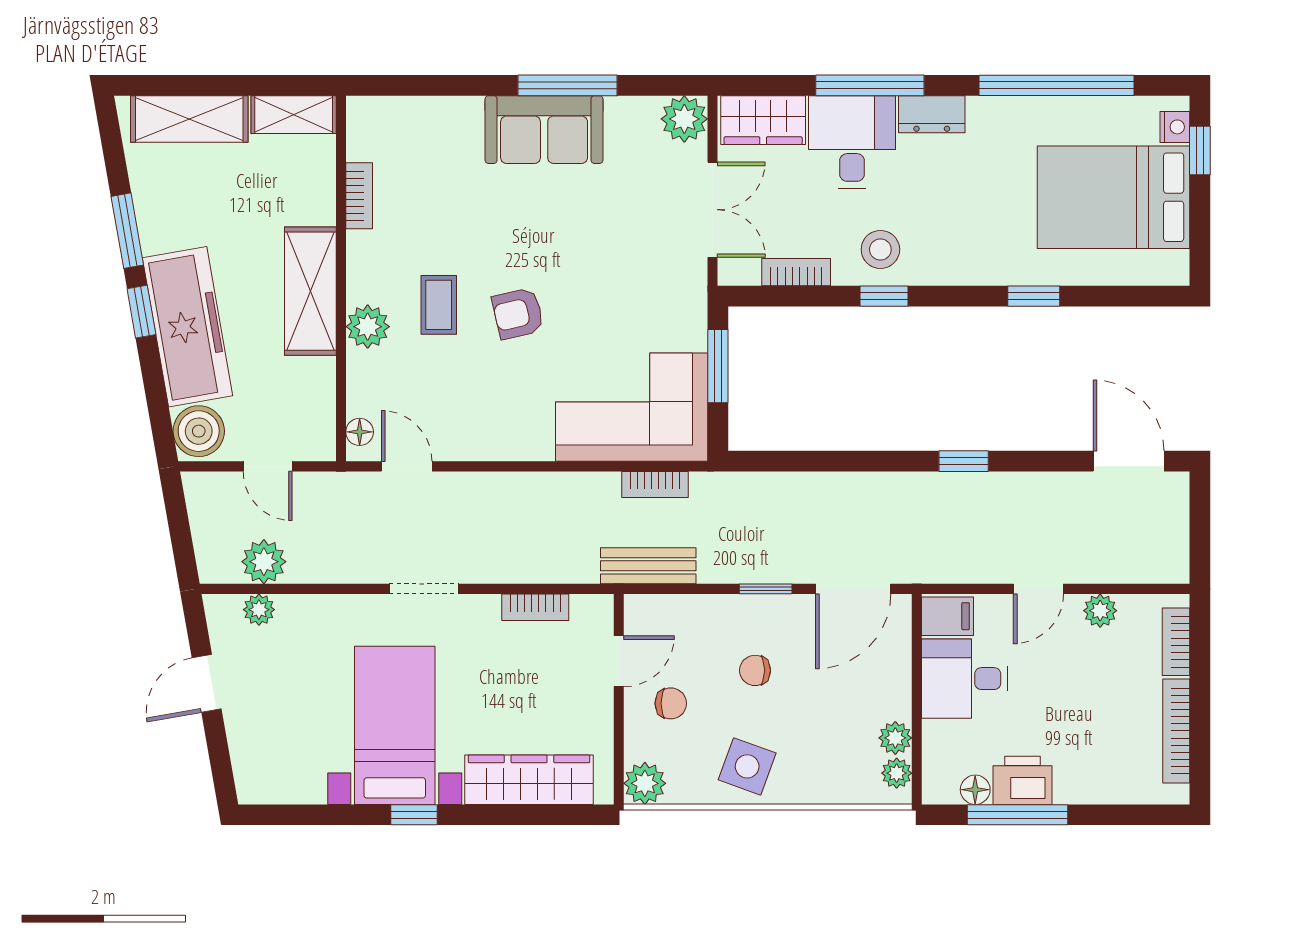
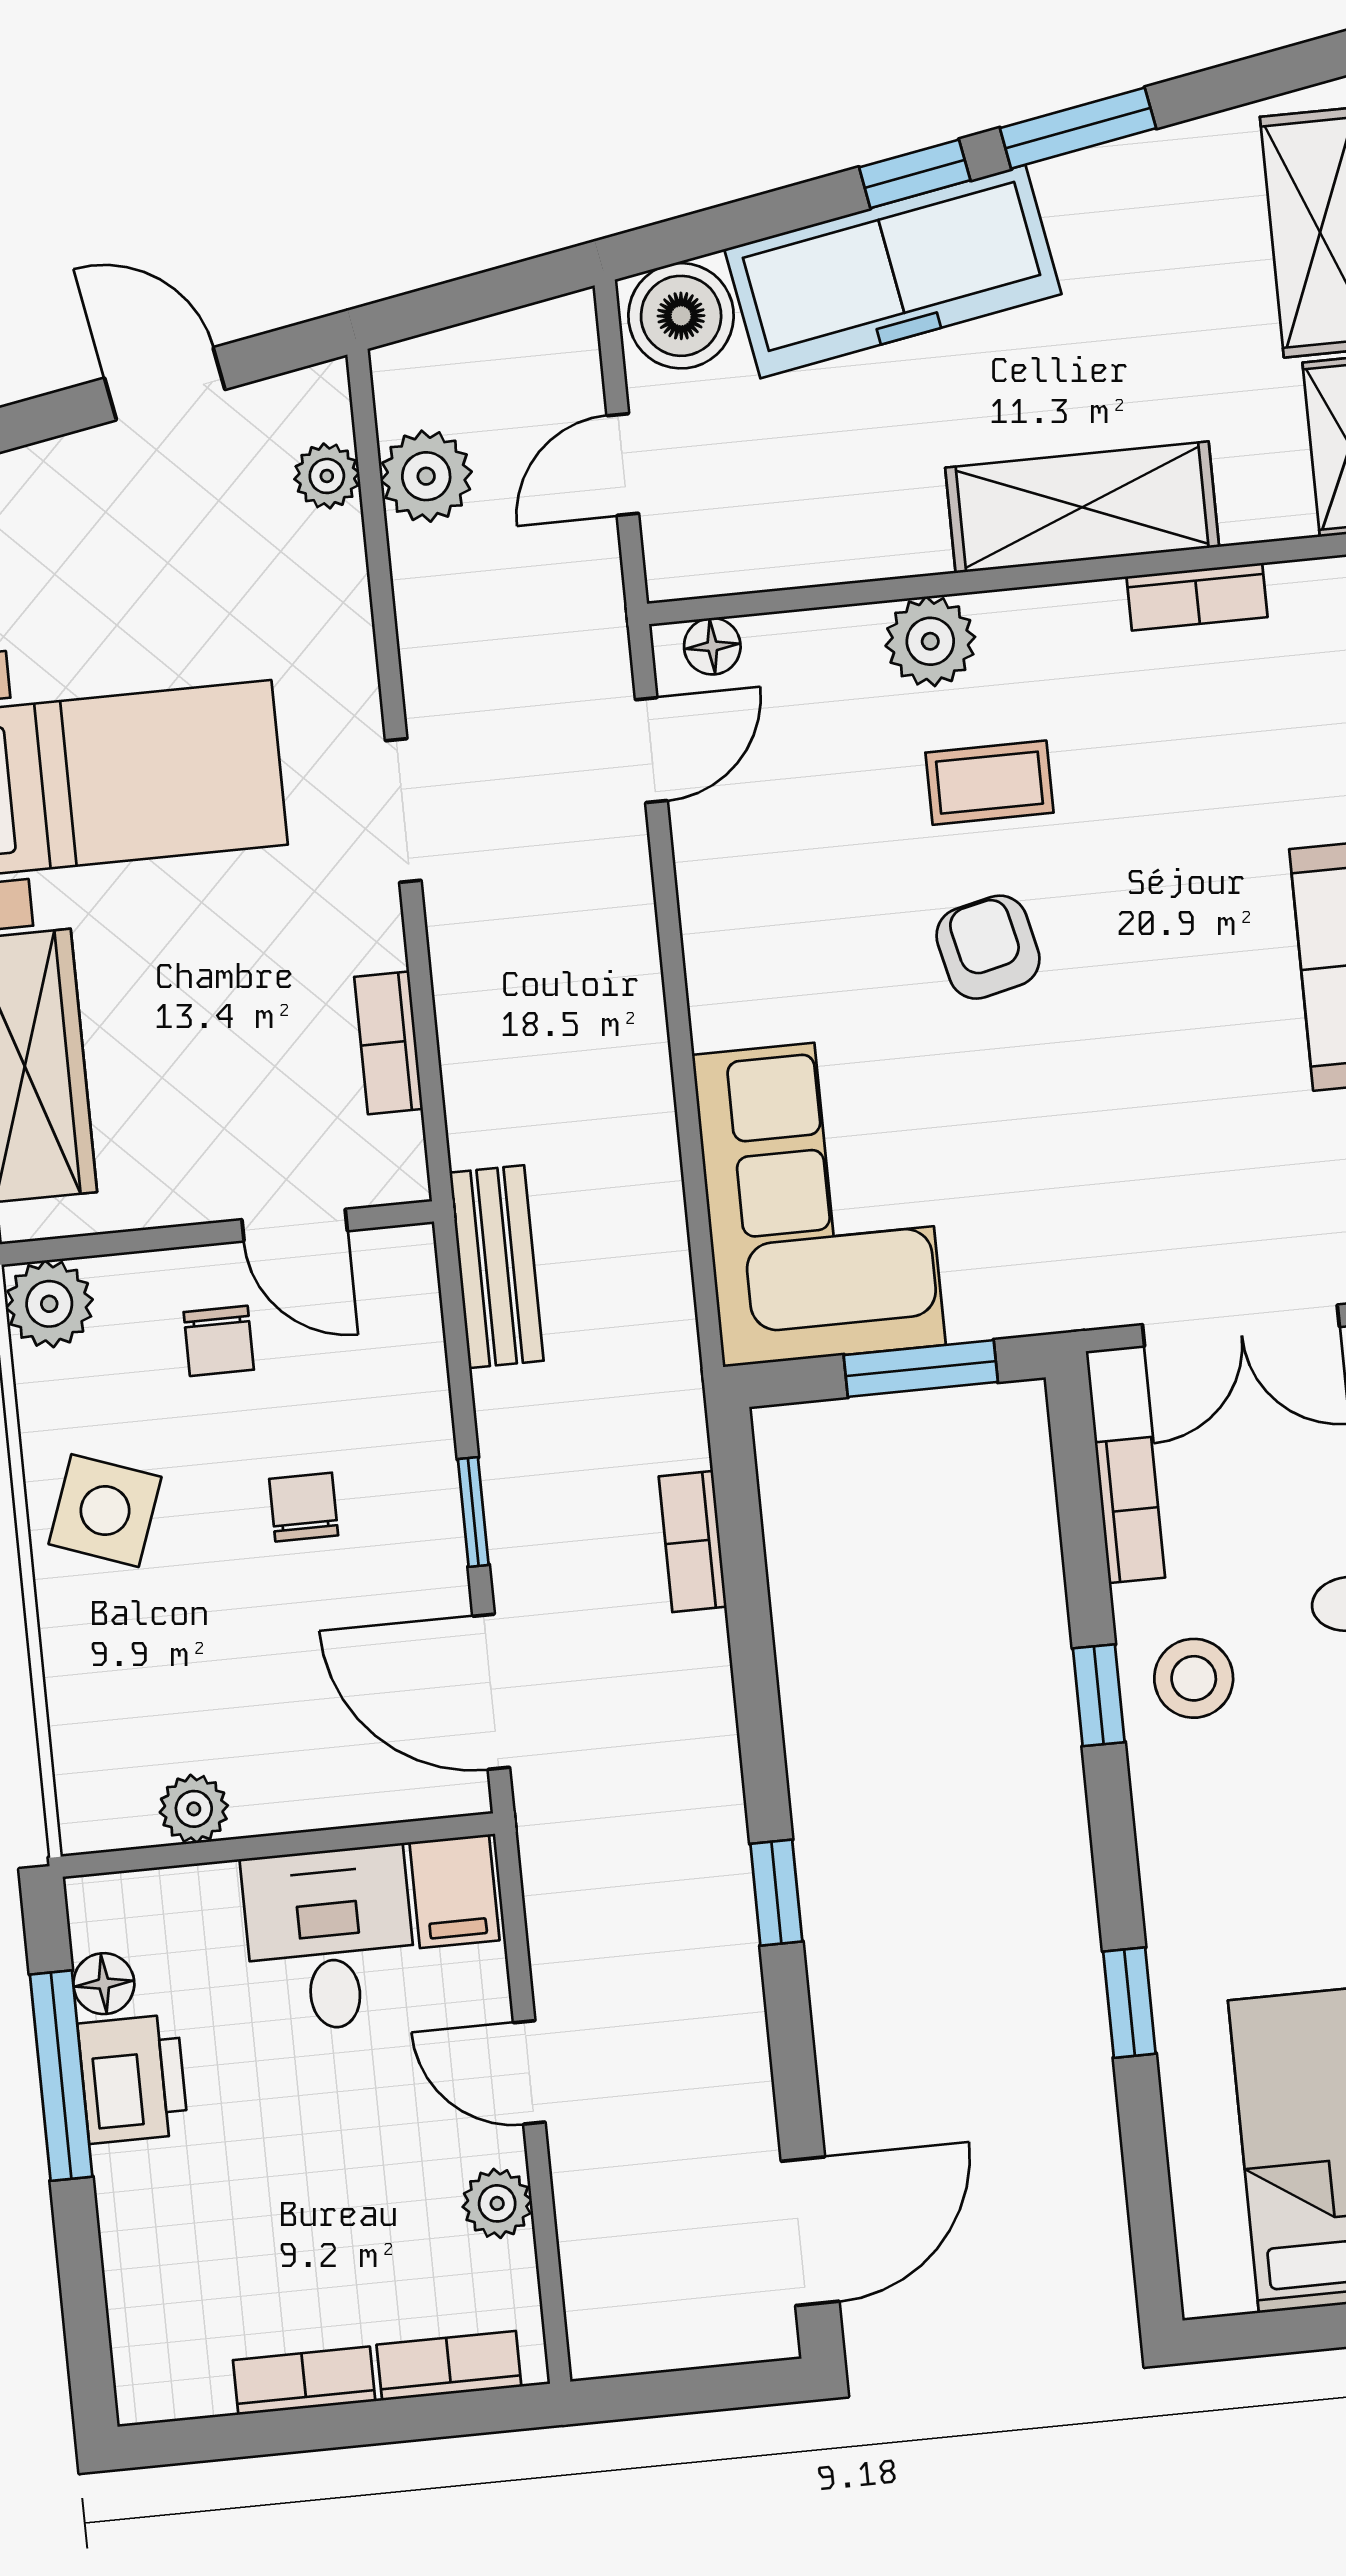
shelving: (310, 291) -> (1082, 507), moved
bookcase: (655, 484) -> (693, 1542), moved
bookcase: (1176, 731) -> (304, 2381), width x0.64
plant: (897, 773) -> (122, 1819), removed

